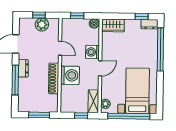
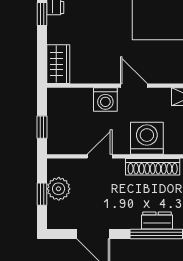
boiler: (94, 23) -> (55, 97), removed
dresser: (23, 68) -> (157, 220), moved

